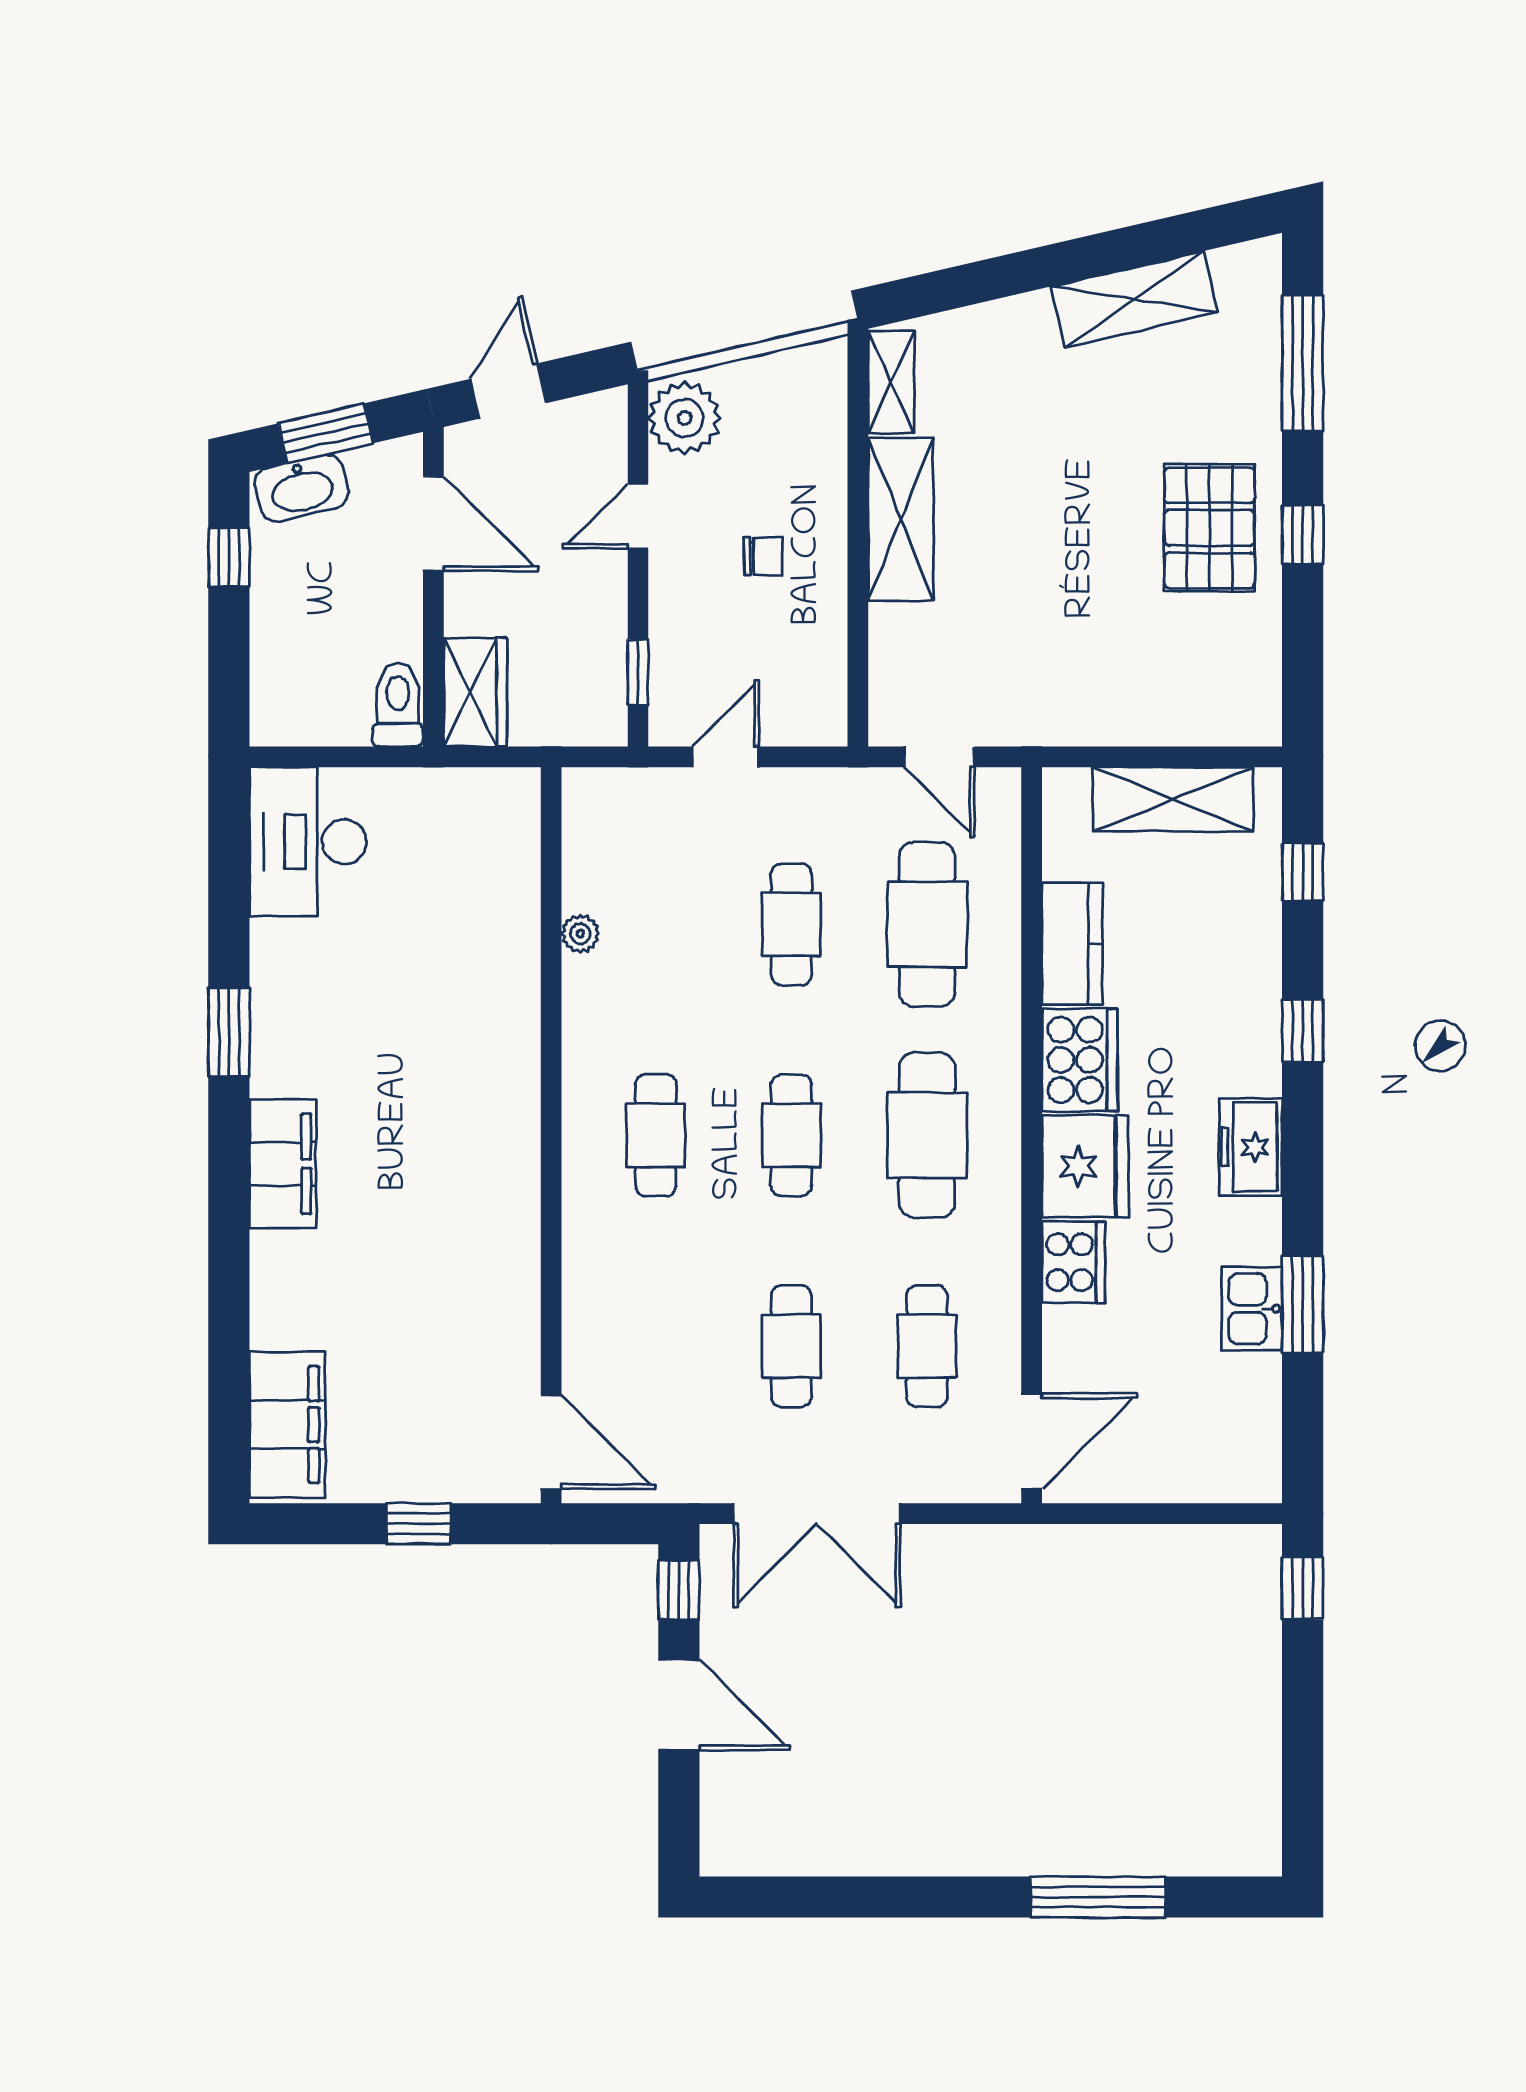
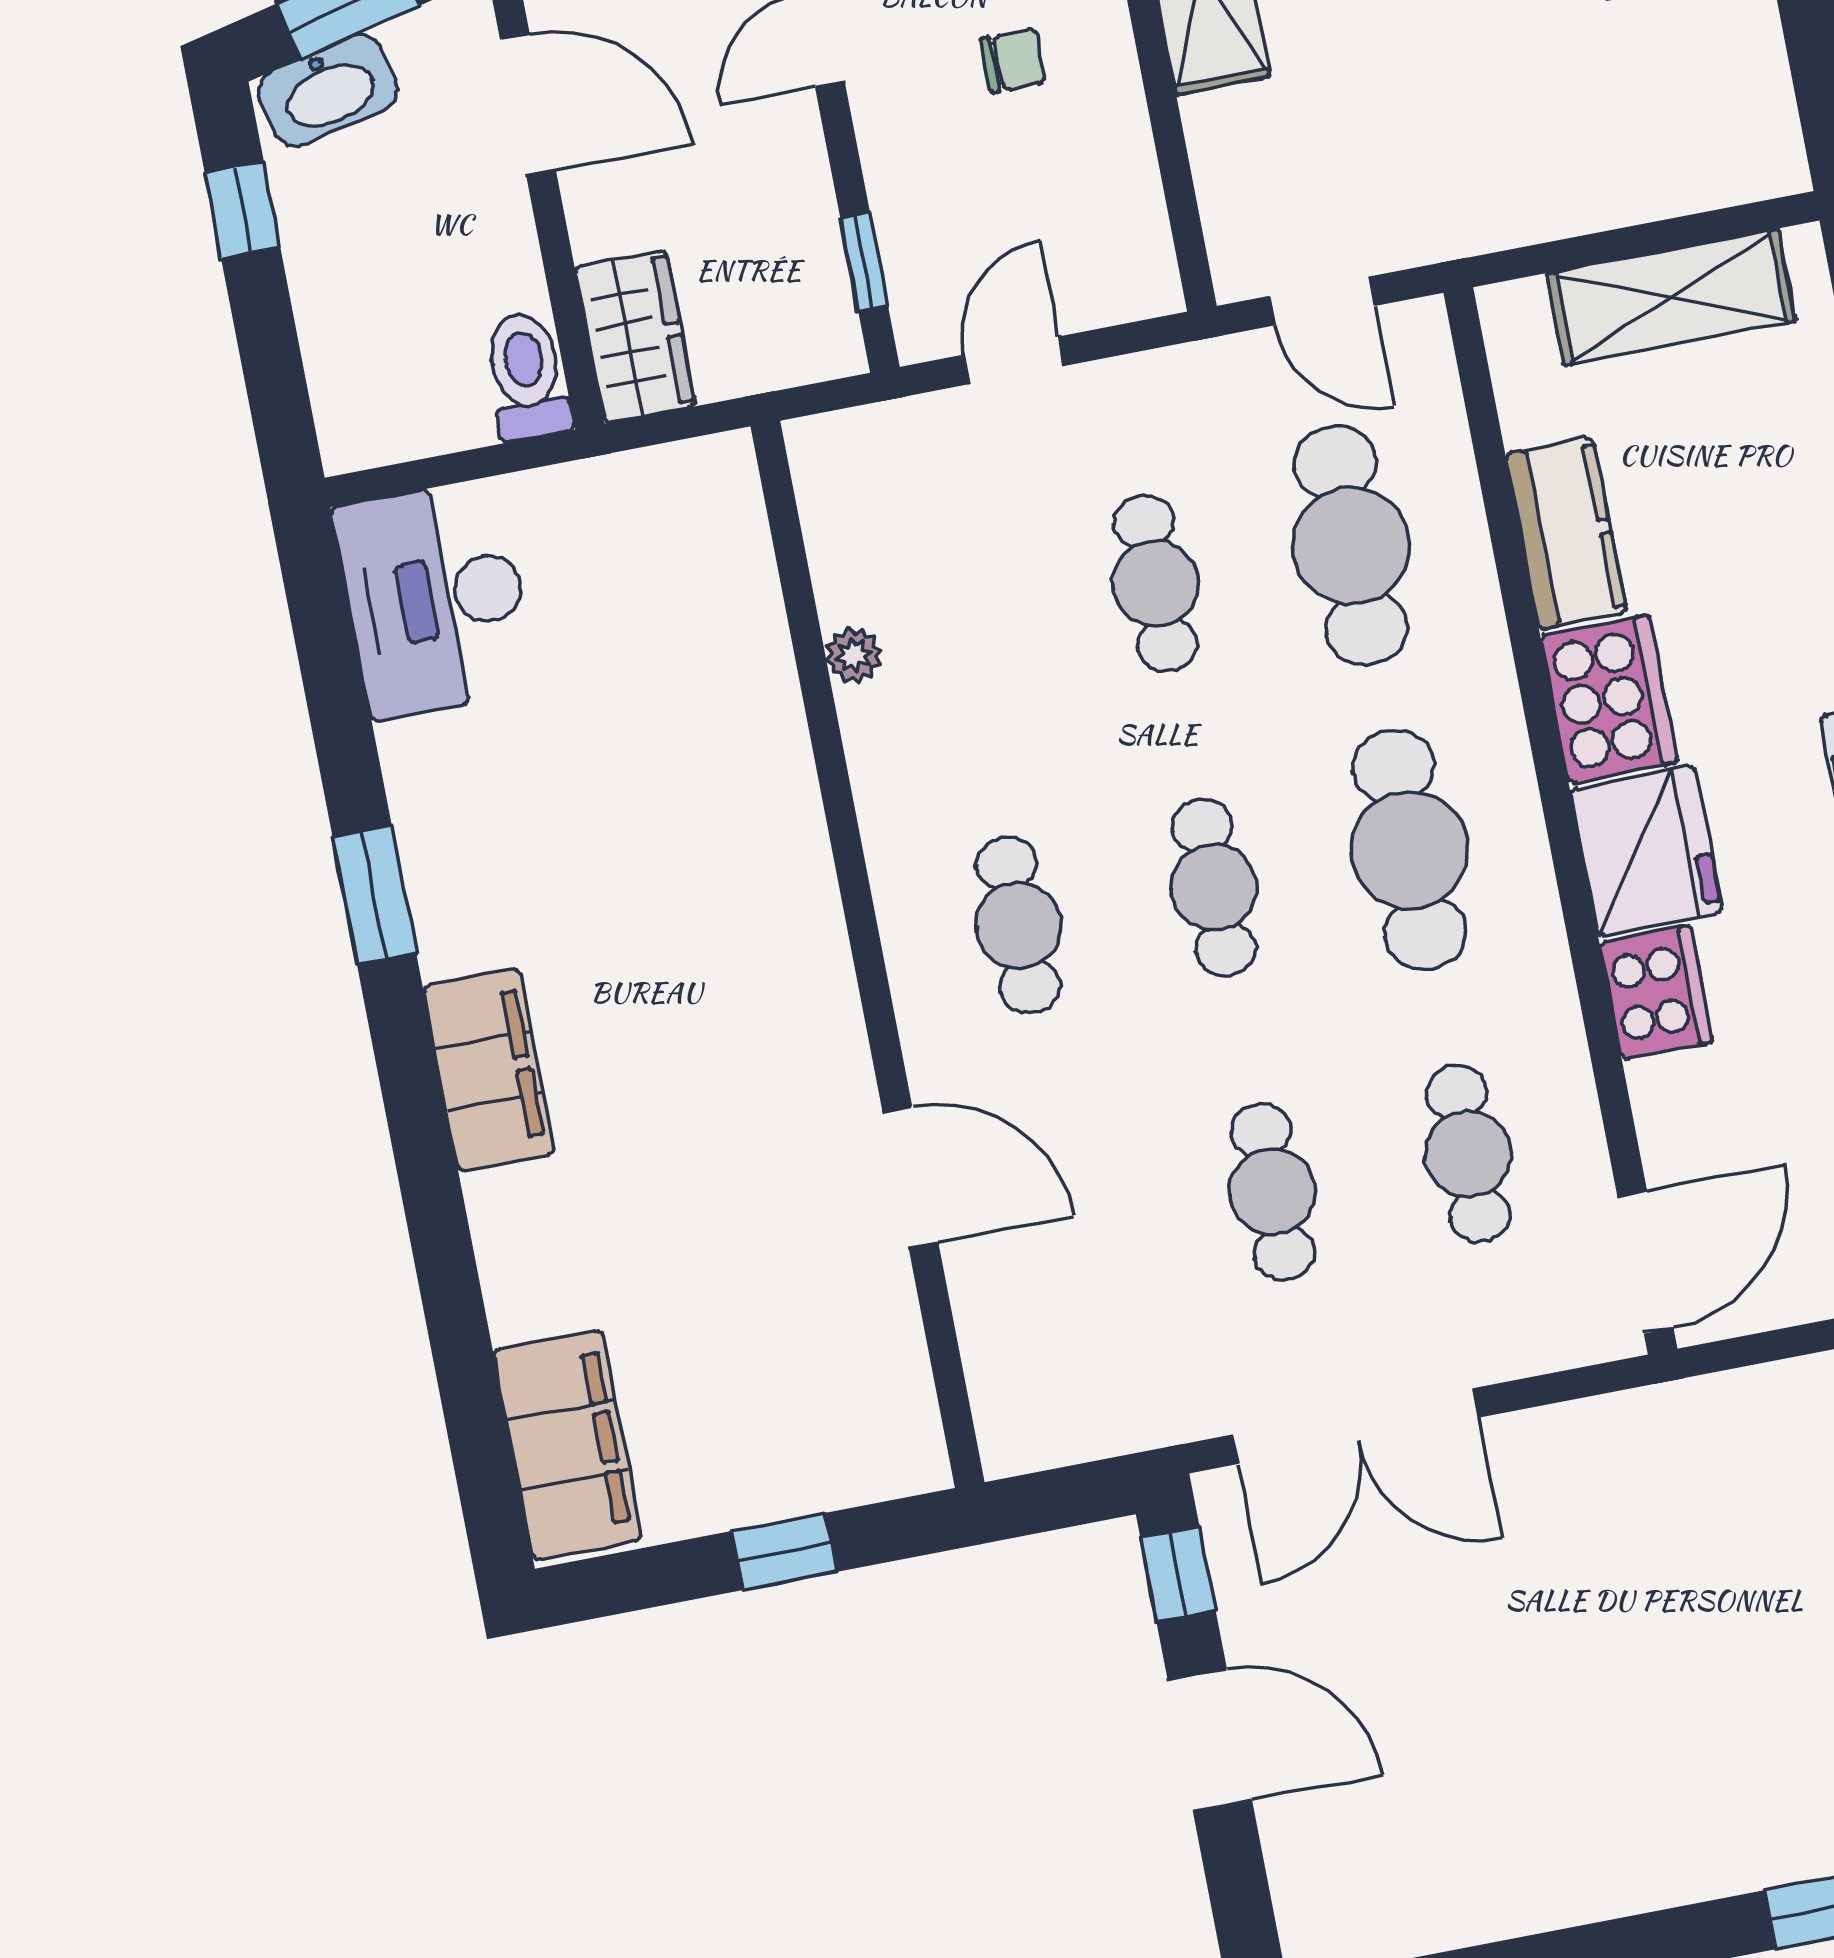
door: (551, 1442) -> (910, 1177), moved

